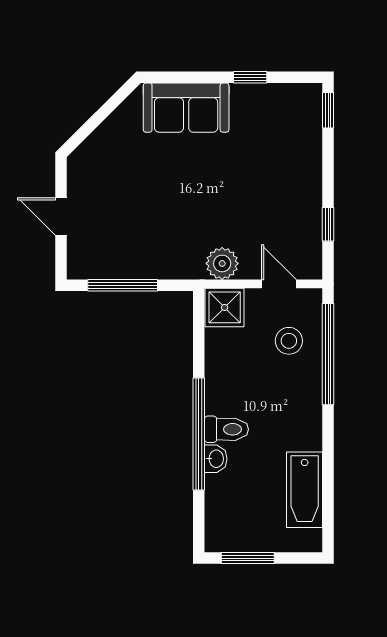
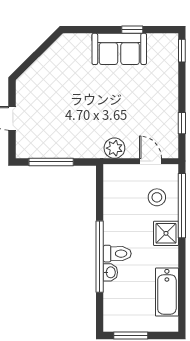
sofa: (186, 108) -> (119, 49), moved
shower: (225, 307) -> (166, 233), moved

